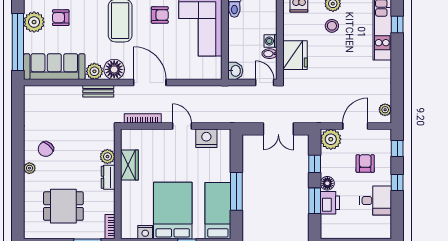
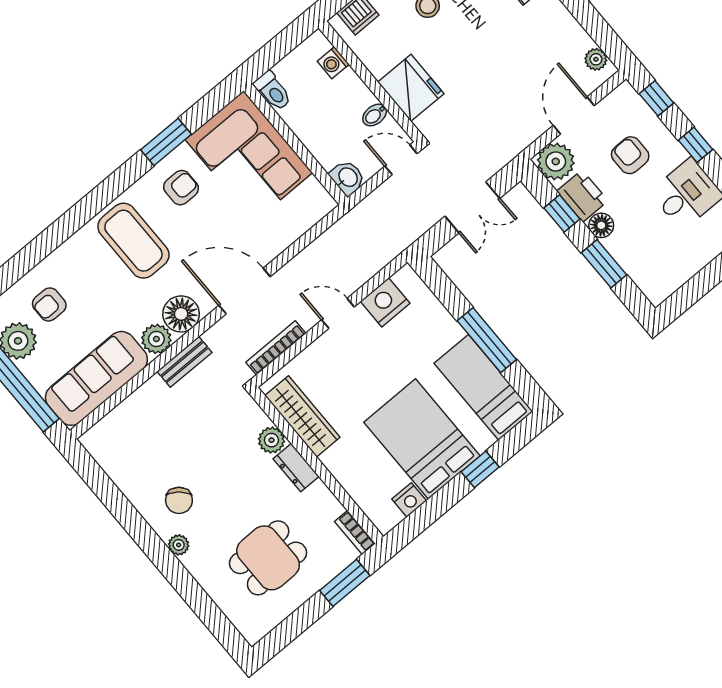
washing machine: (271, 41) -> (333, 63), moved
wardrobe: (129, 165) -> (302, 416), width x1.50
printer: (330, 203) -> (582, 196), moved

